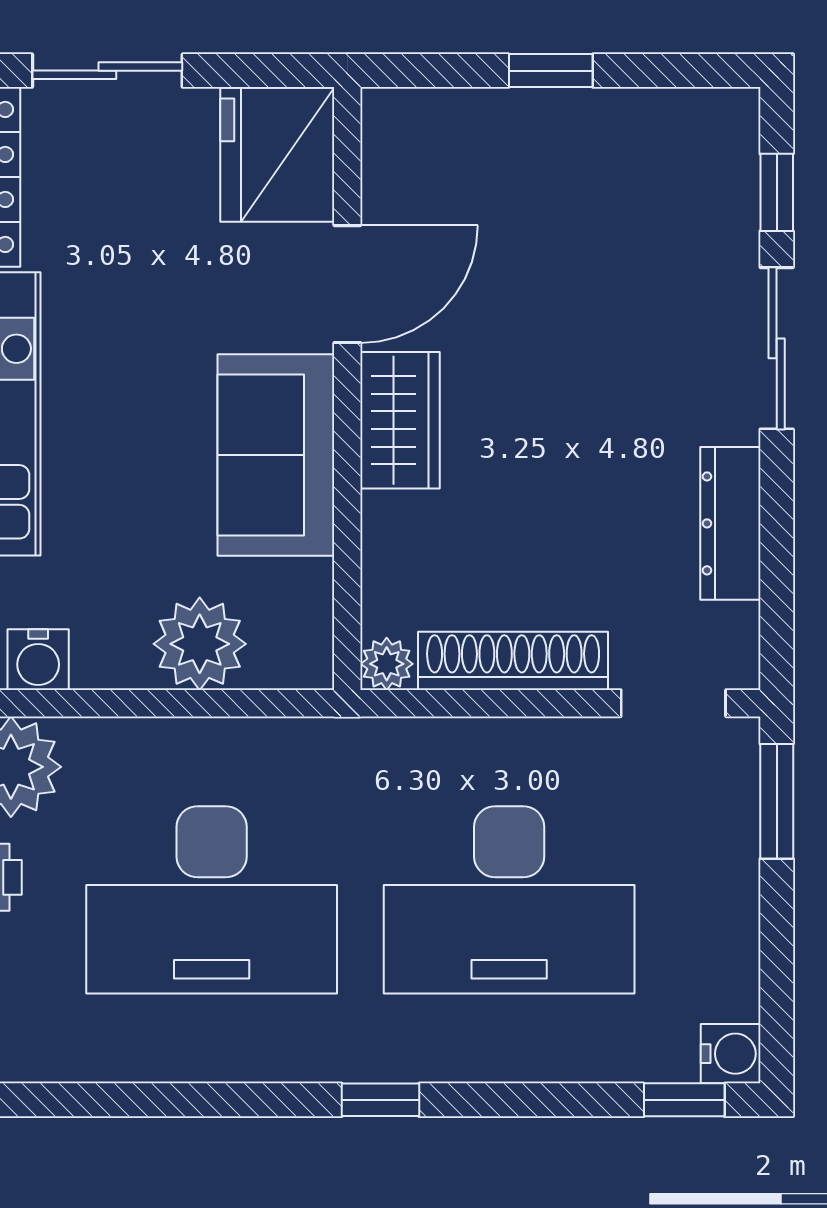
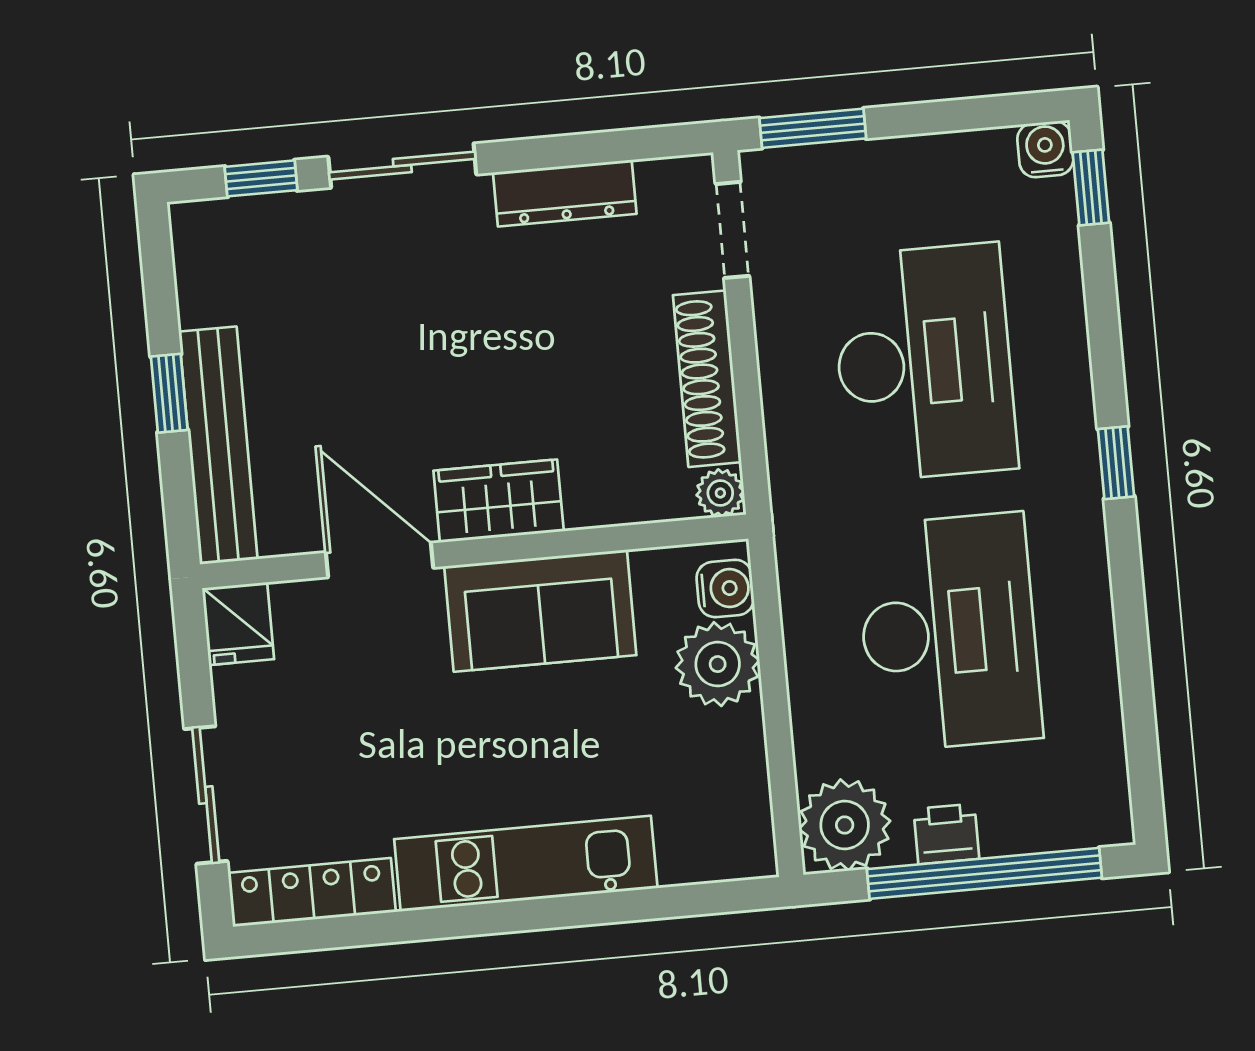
bench: (489, 119) -> (218, 445), added
fridge: (277, 155) -> (238, 624), width x0.53, depth x0.75
water cooler: (38, 660) -> (725, 588), moved

